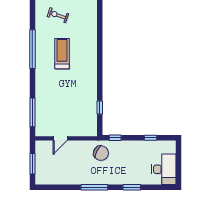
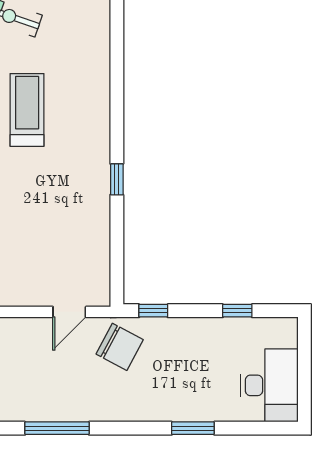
window: (100, 108) -> (117, 179), moved
door: (60, 138) -> (69, 312), moved
window: (94, 187) -> (57, 428), moved

